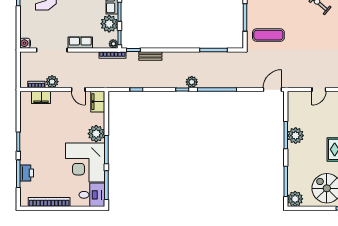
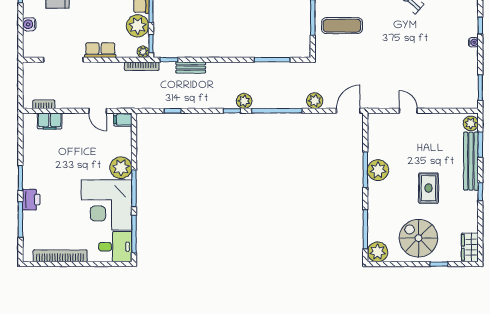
exercise mat: (268, 35) -> (342, 26), moved
water cooler: (25, 43) -> (29, 24), moved
plant: (52, 82) -> (315, 101), moved
door: (319, 90) -> (408, 111), swing flipped
filing cabinet: (98, 102) -> (123, 120), width x0.50
printer: (27, 173) -> (31, 200), moved

